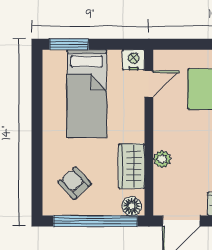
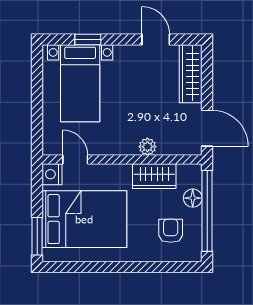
bed: (87, 93) -> (84, 219), width x1.50
armchair: (75, 183) -> (171, 231), turned 132
floor lamp: (132, 206) -> (193, 198), moved

